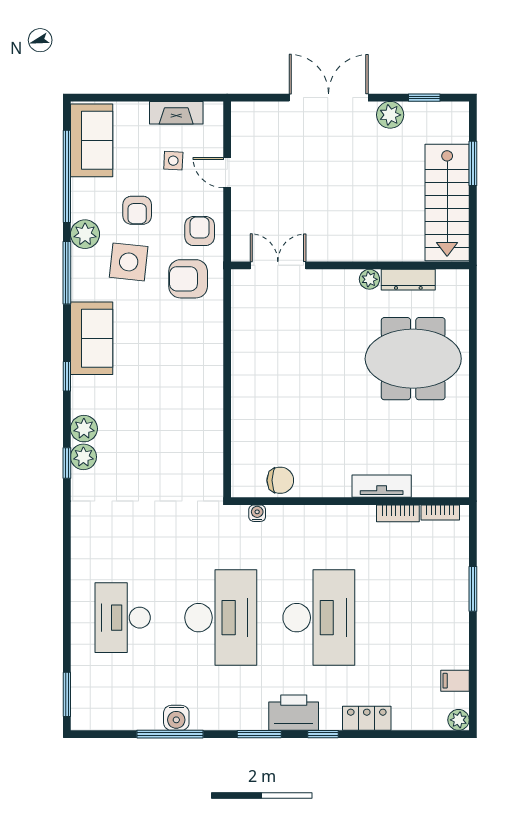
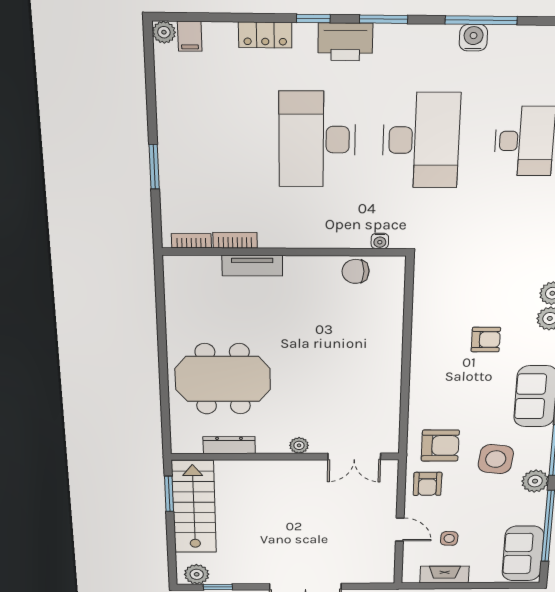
plant: (390, 115) -> (197, 574), moved
window: (473, 163) -> (169, 494), moved
armchair: (137, 210) -> (486, 340), moved, turned 90
plant: (369, 279) -> (299, 445), moved
desk: (221, 618) -> (421, 140), turned 180
filing cabinet: (455, 681) -> (190, 36), moved, turned 90

